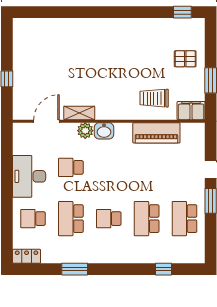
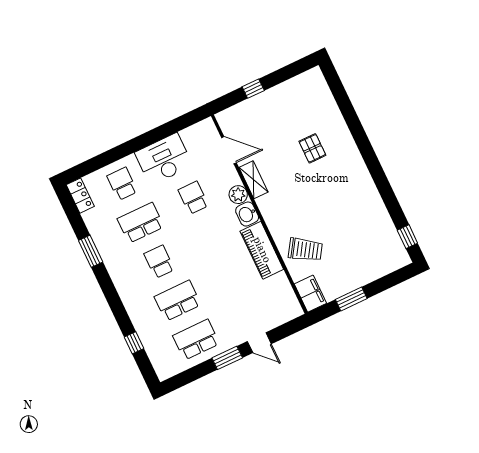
pallet: (185, 59) -> (312, 148), moved
trolley: (154, 98) -> (305, 250), turned 123
piano: (156, 133) -> (262, 250), moved

